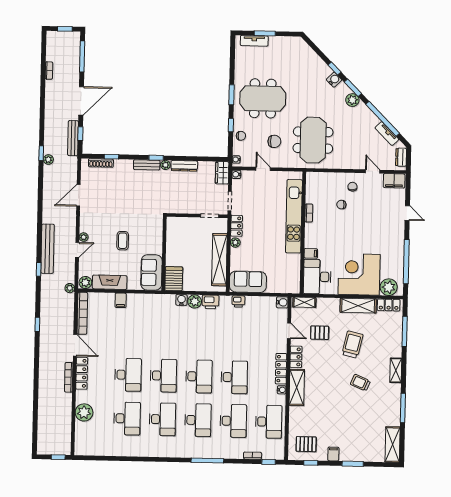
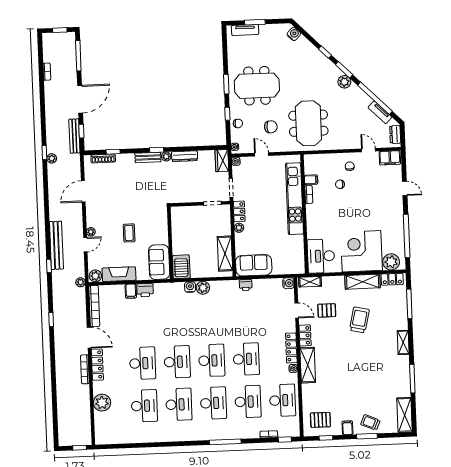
water cooler: (334, 80) -> (294, 34), moved
filing cabinet: (311, 253) -> (311, 180), moved
shelving: (219, 260) -> (225, 254), width x0.68
printer: (211, 302) -> (145, 290), moved
trolley: (360, 383) -> (370, 422), moved

